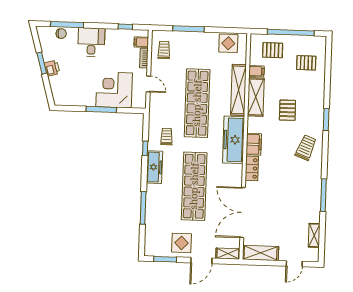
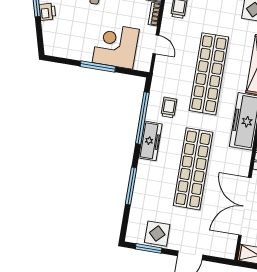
window: (145, 148) -> (142, 118), width x3.17
display table: (181, 243) -> (157, 234), moved
shelving: (228, 254) -> (222, 251), removed

